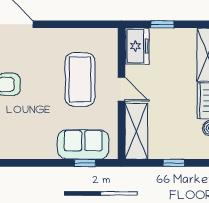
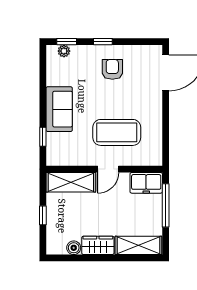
window: (162, 24) -> (166, 205), width x2.17
sofa: (83, 144) -> (59, 109), moved

